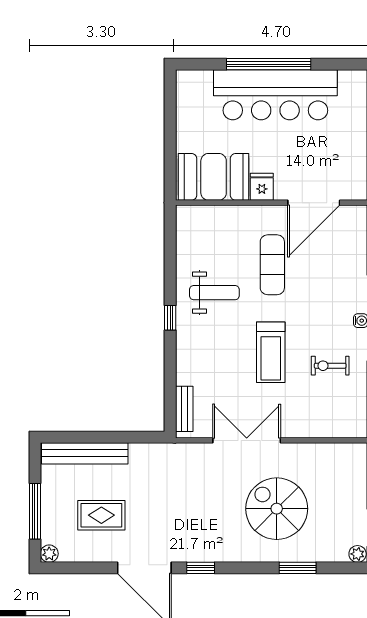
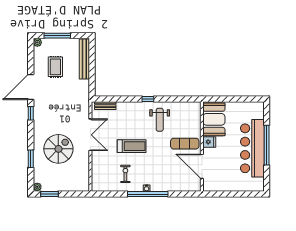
exercise mat: (272, 265) -> (185, 144), moved
treadmill: (271, 352) -> (132, 146), turned 180

